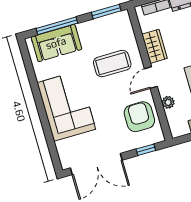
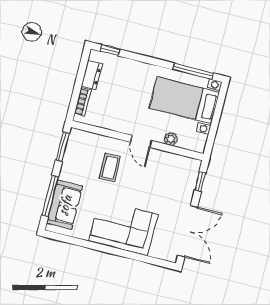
wardrobe: (155, 46) -> (116, 123), removed
coffee table: (112, 64) -> (110, 167), width x0.73, depth x0.77
armchair: (139, 117) -> (169, 171), removed

